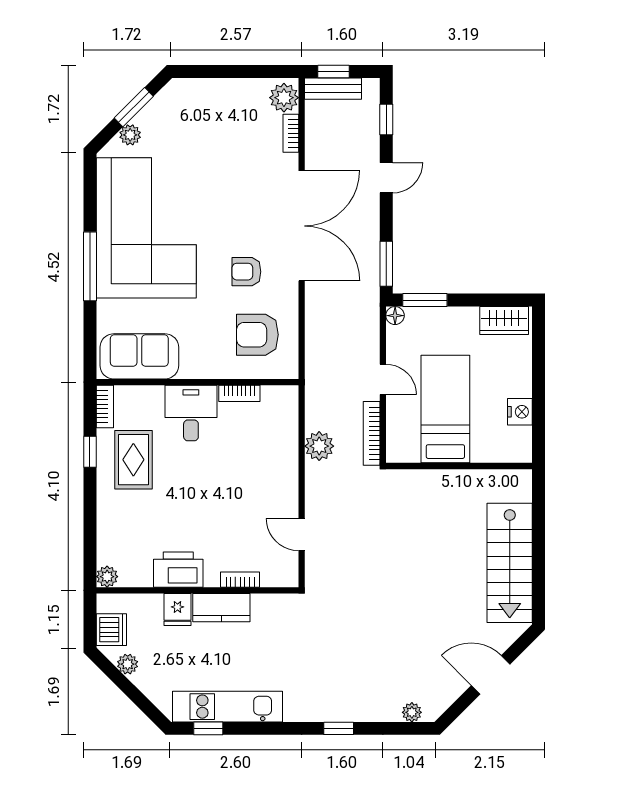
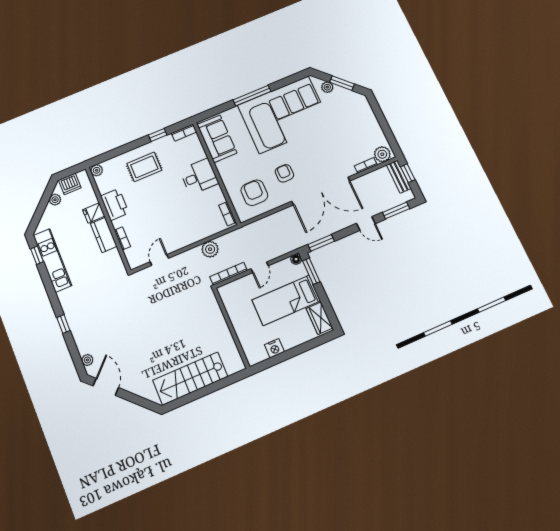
window: (386, 119) -> (396, 210), width x1.50
bookcase: (239, 393) -> (227, 214), moved
bed: (445, 409) -> (286, 300), moved, turned 180
rug: (133, 460) -> (144, 167), moved
door: (491, 675) -> (106, 387), moved

